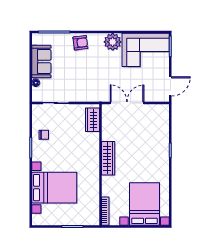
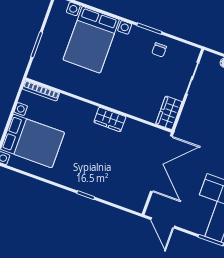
double door: (127, 103) -> (161, 164), width x1.36
wardrobe: (93, 120) -> (169, 113), moved, turned -90
wardrobe: (108, 158) -> (110, 119), width x0.67

